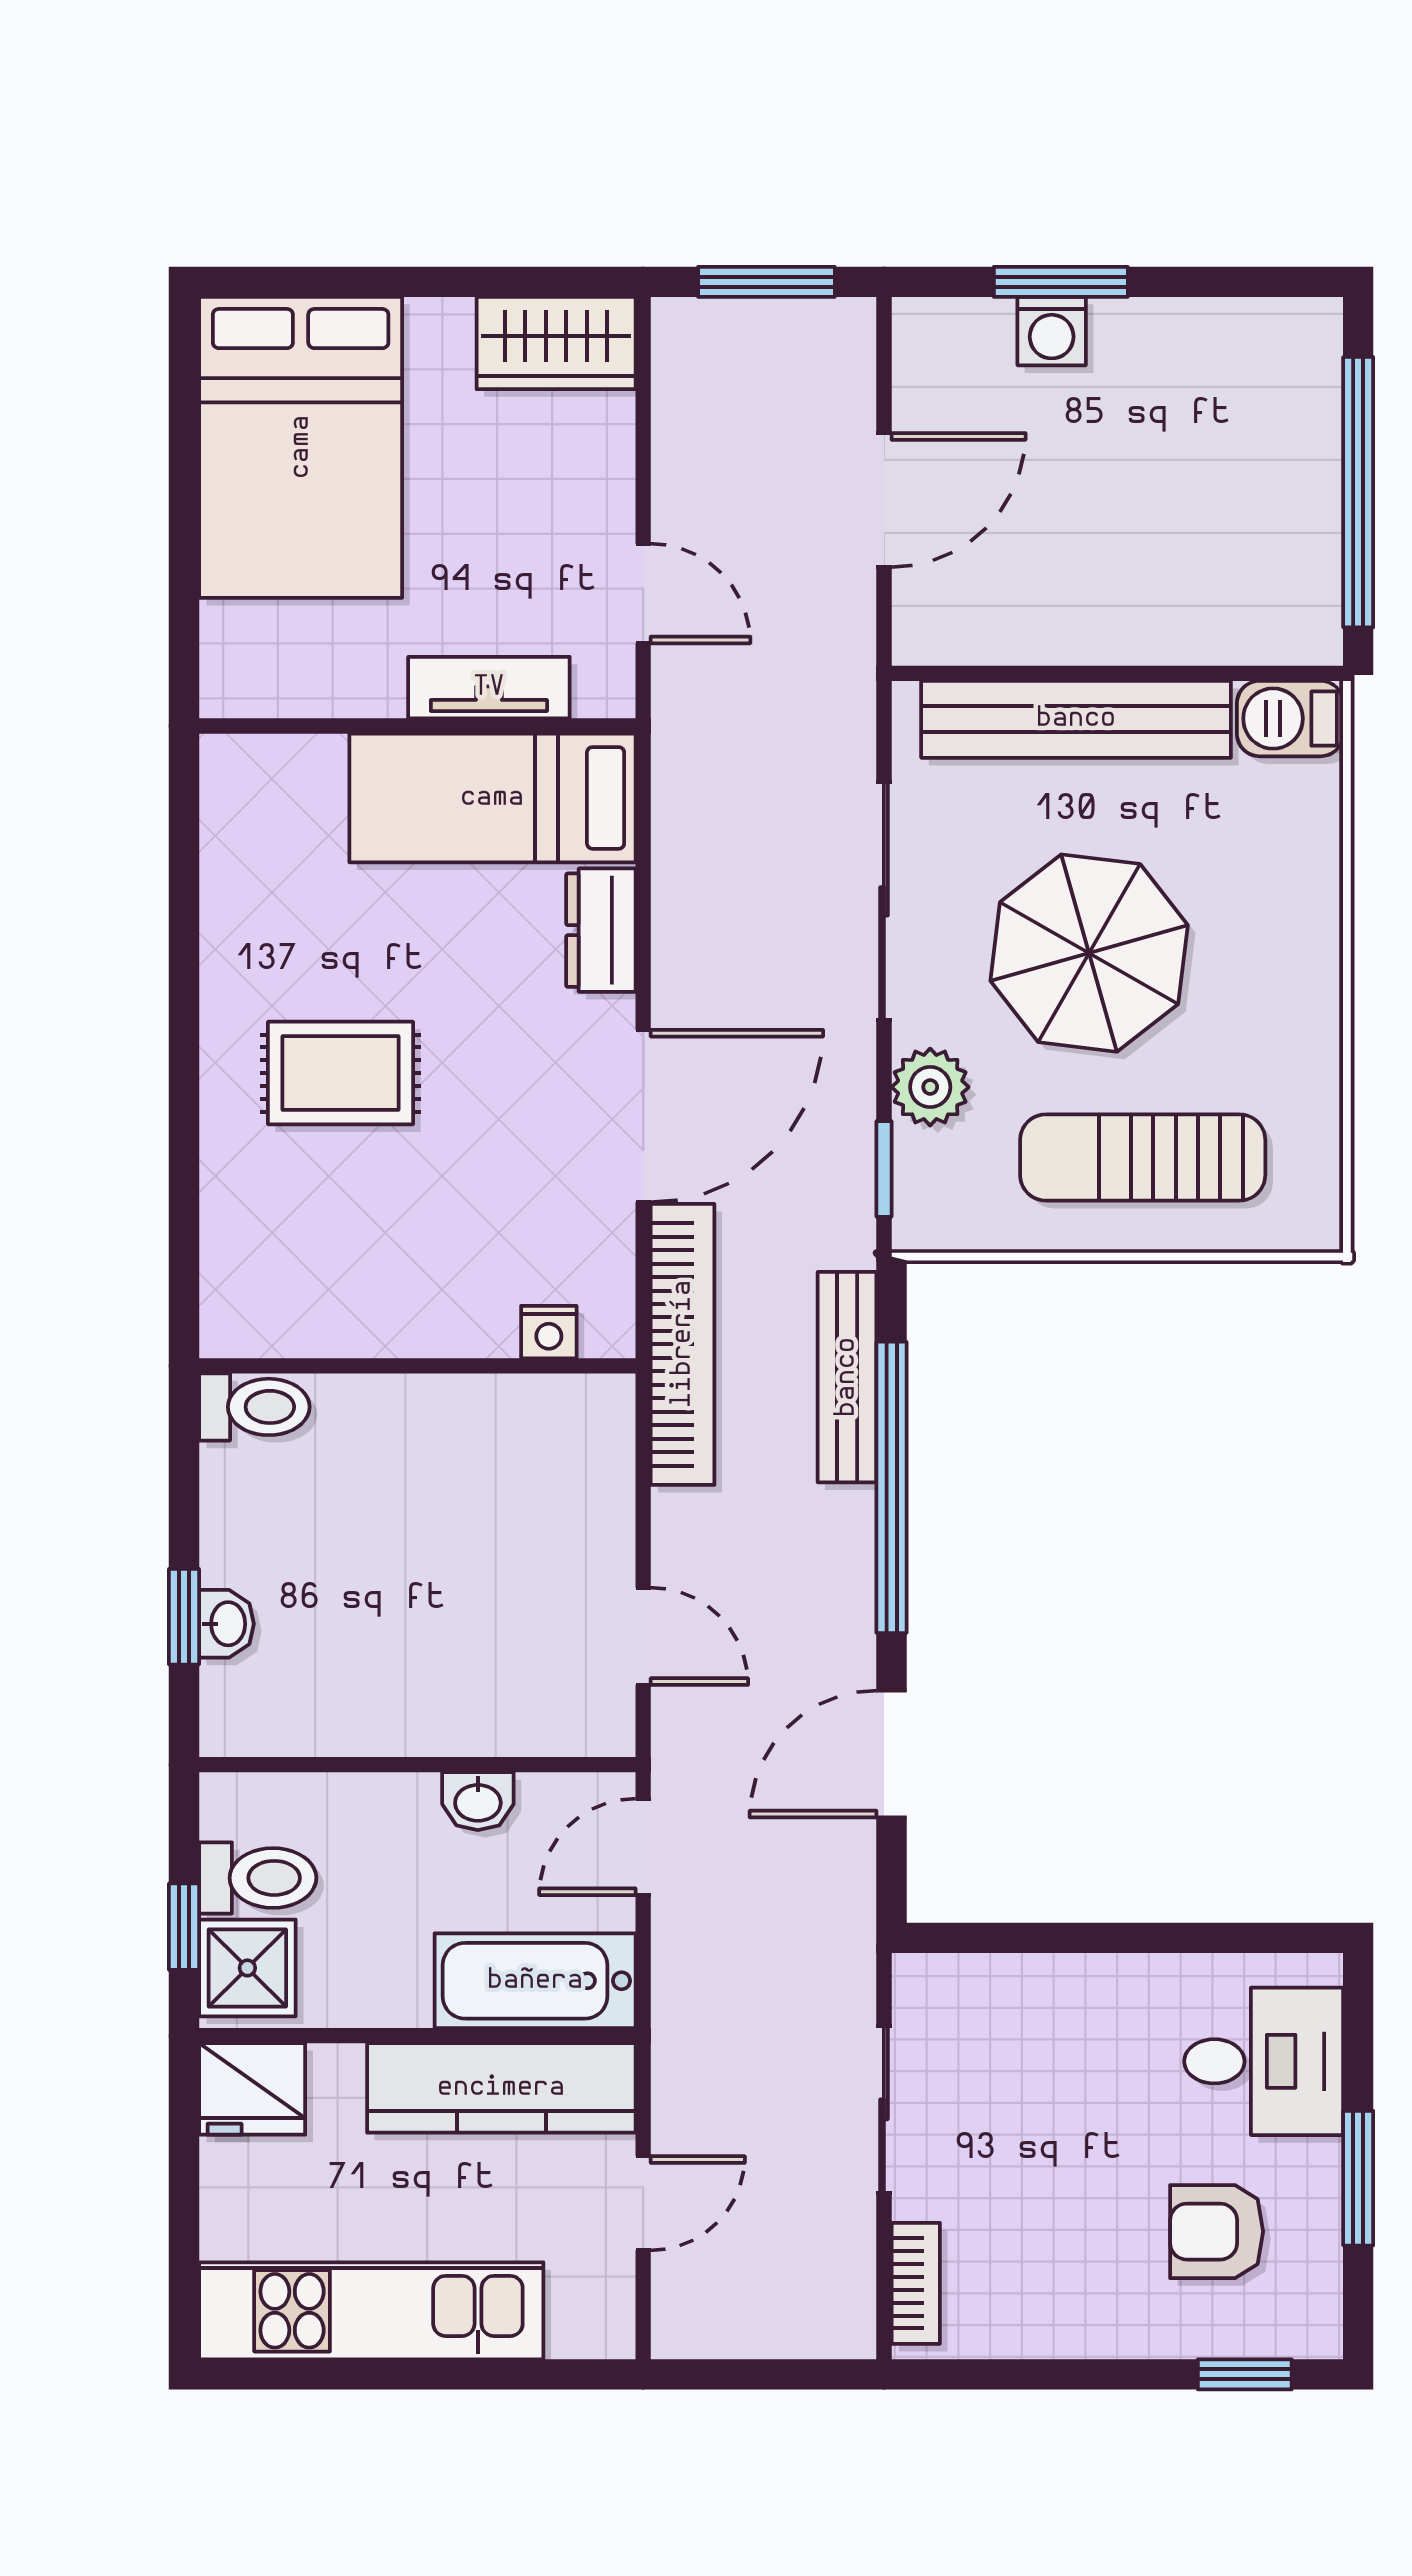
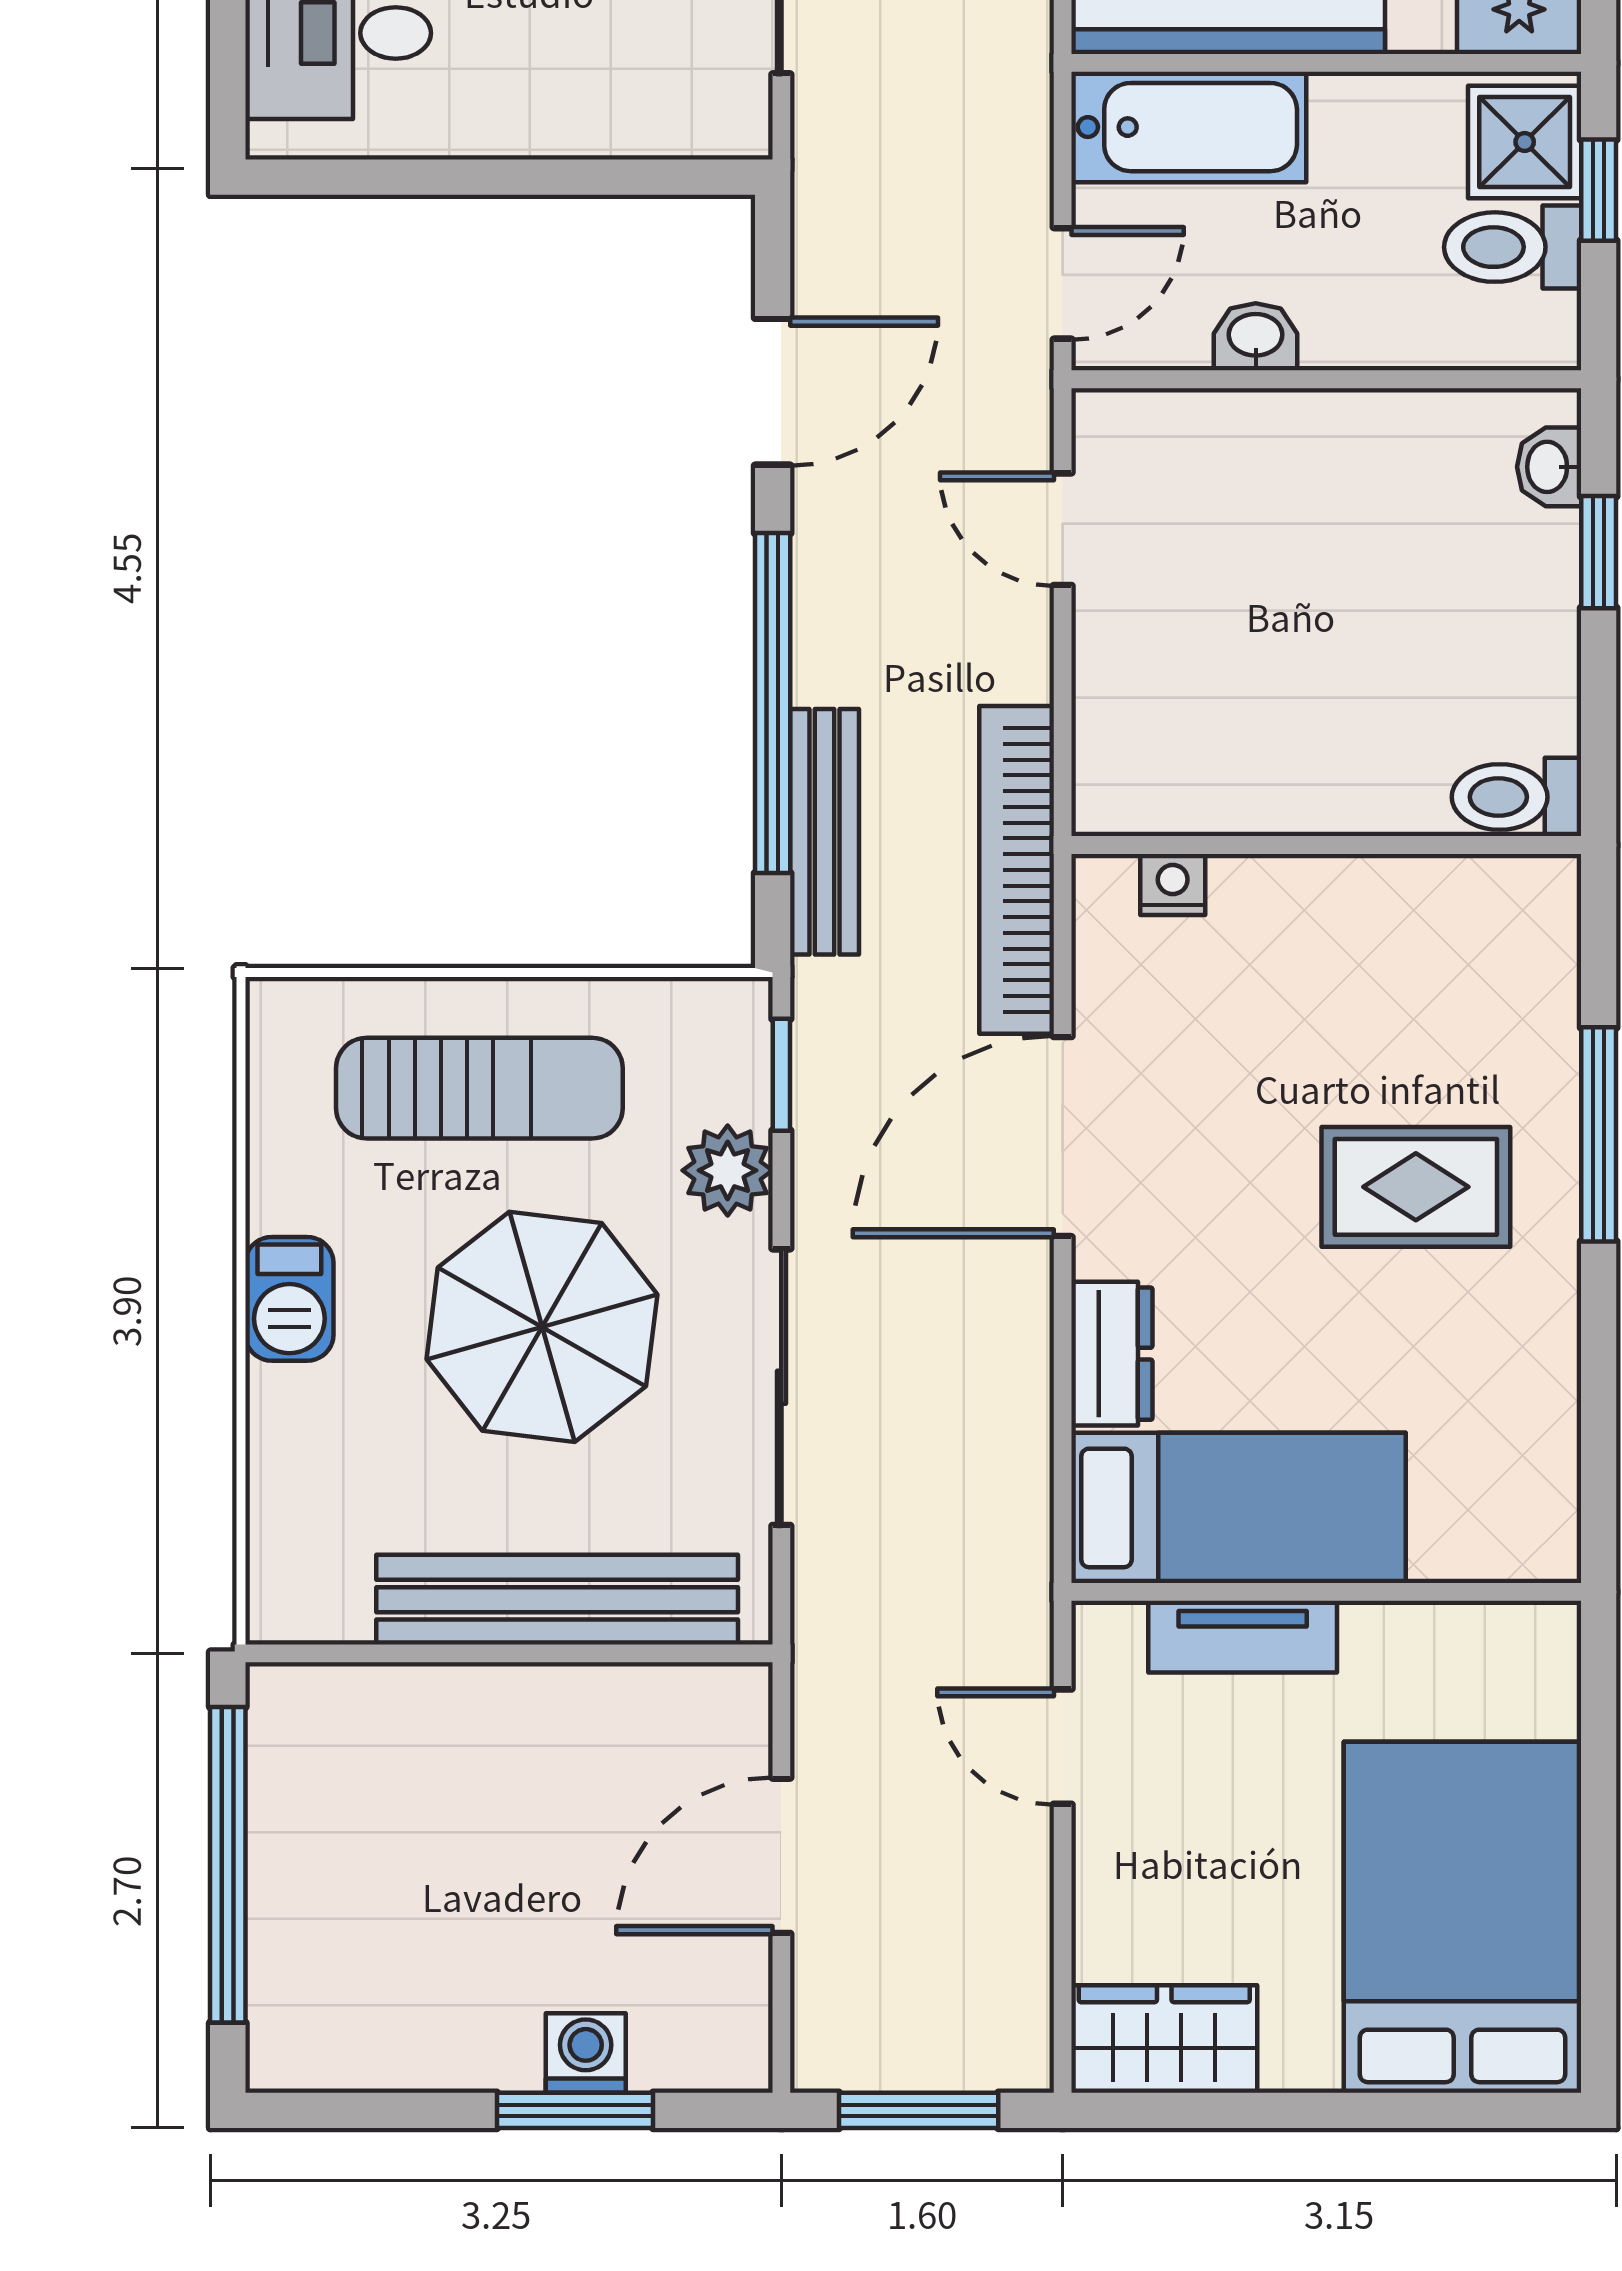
barbecue: (1290, 719) -> (289, 1299), moved, turned 90
window: (184, 1118) -> (1599, 1134), added
washbasin: (226, 1624) -> (1549, 467), moved

